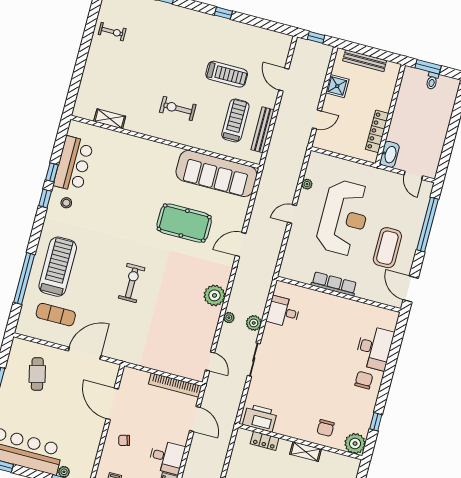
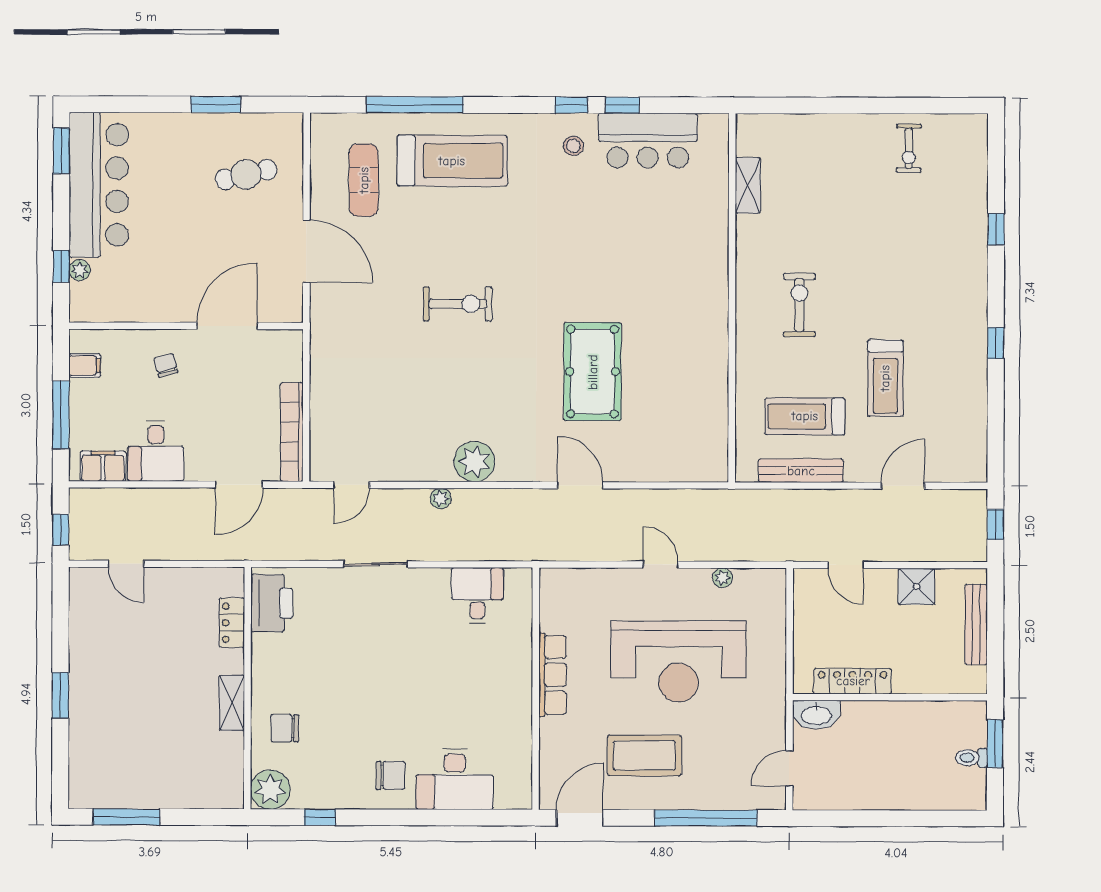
treadmill: (235, 120) -> (805, 416), turned 180
sofa: (216, 173) -> (699, 407), removed
plant: (254, 323) -> (443, 547), removed

